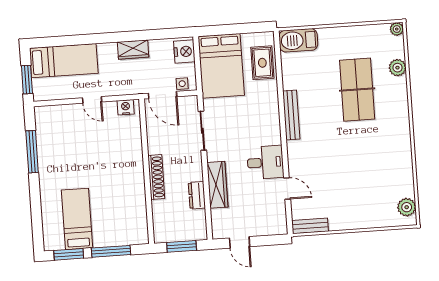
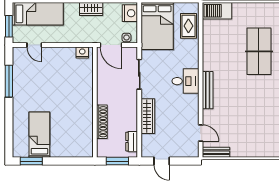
door: (92, 100) -> (34, 45), moved
bench: (291, 115) -> (208, 90), moved
desk: (265, 162) -> (185, 81), moved
shoe rack: (156, 177) -> (102, 122), moved
door: (287, 189) -> (201, 133), moved
dresser: (197, 195) -> (132, 142), moved
window: (111, 251) -> (64, 161), removed

